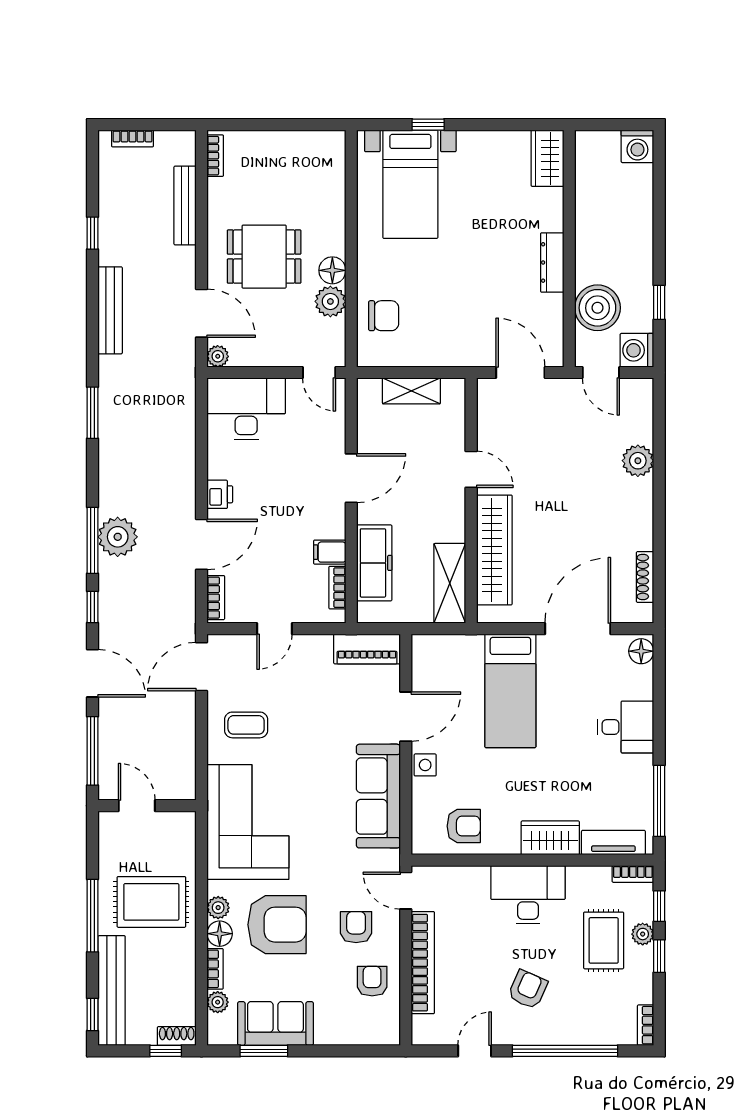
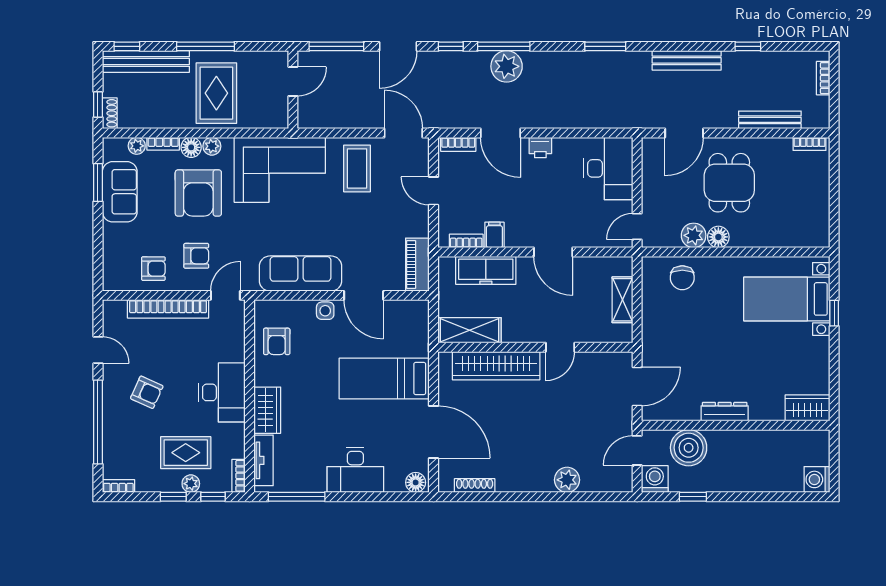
plant: (218, 356) -> (650, 146), removed
coffee table: (246, 725) -> (357, 168), width x1.36, depth x1.30
desk: (626, 727) -> (355, 470), width x1.37

